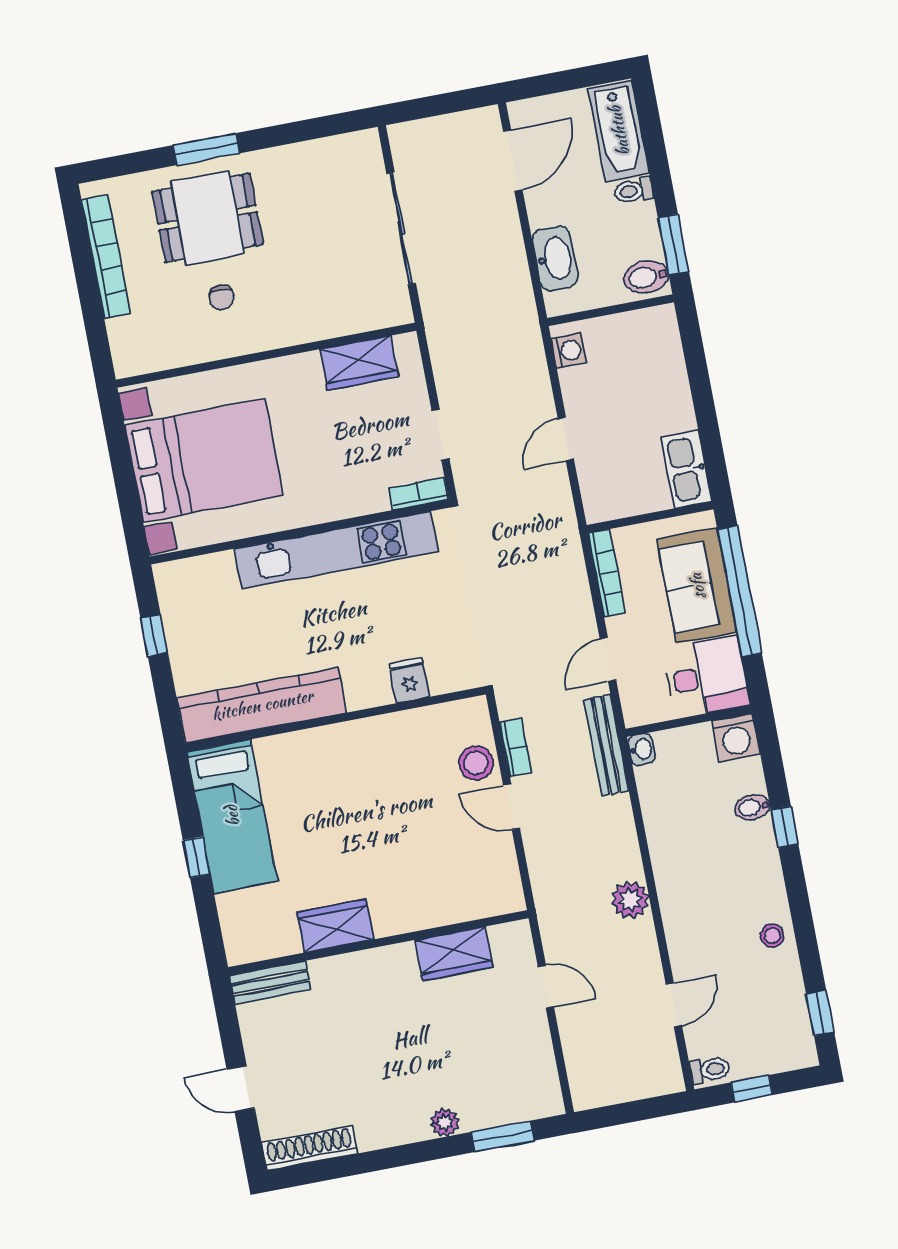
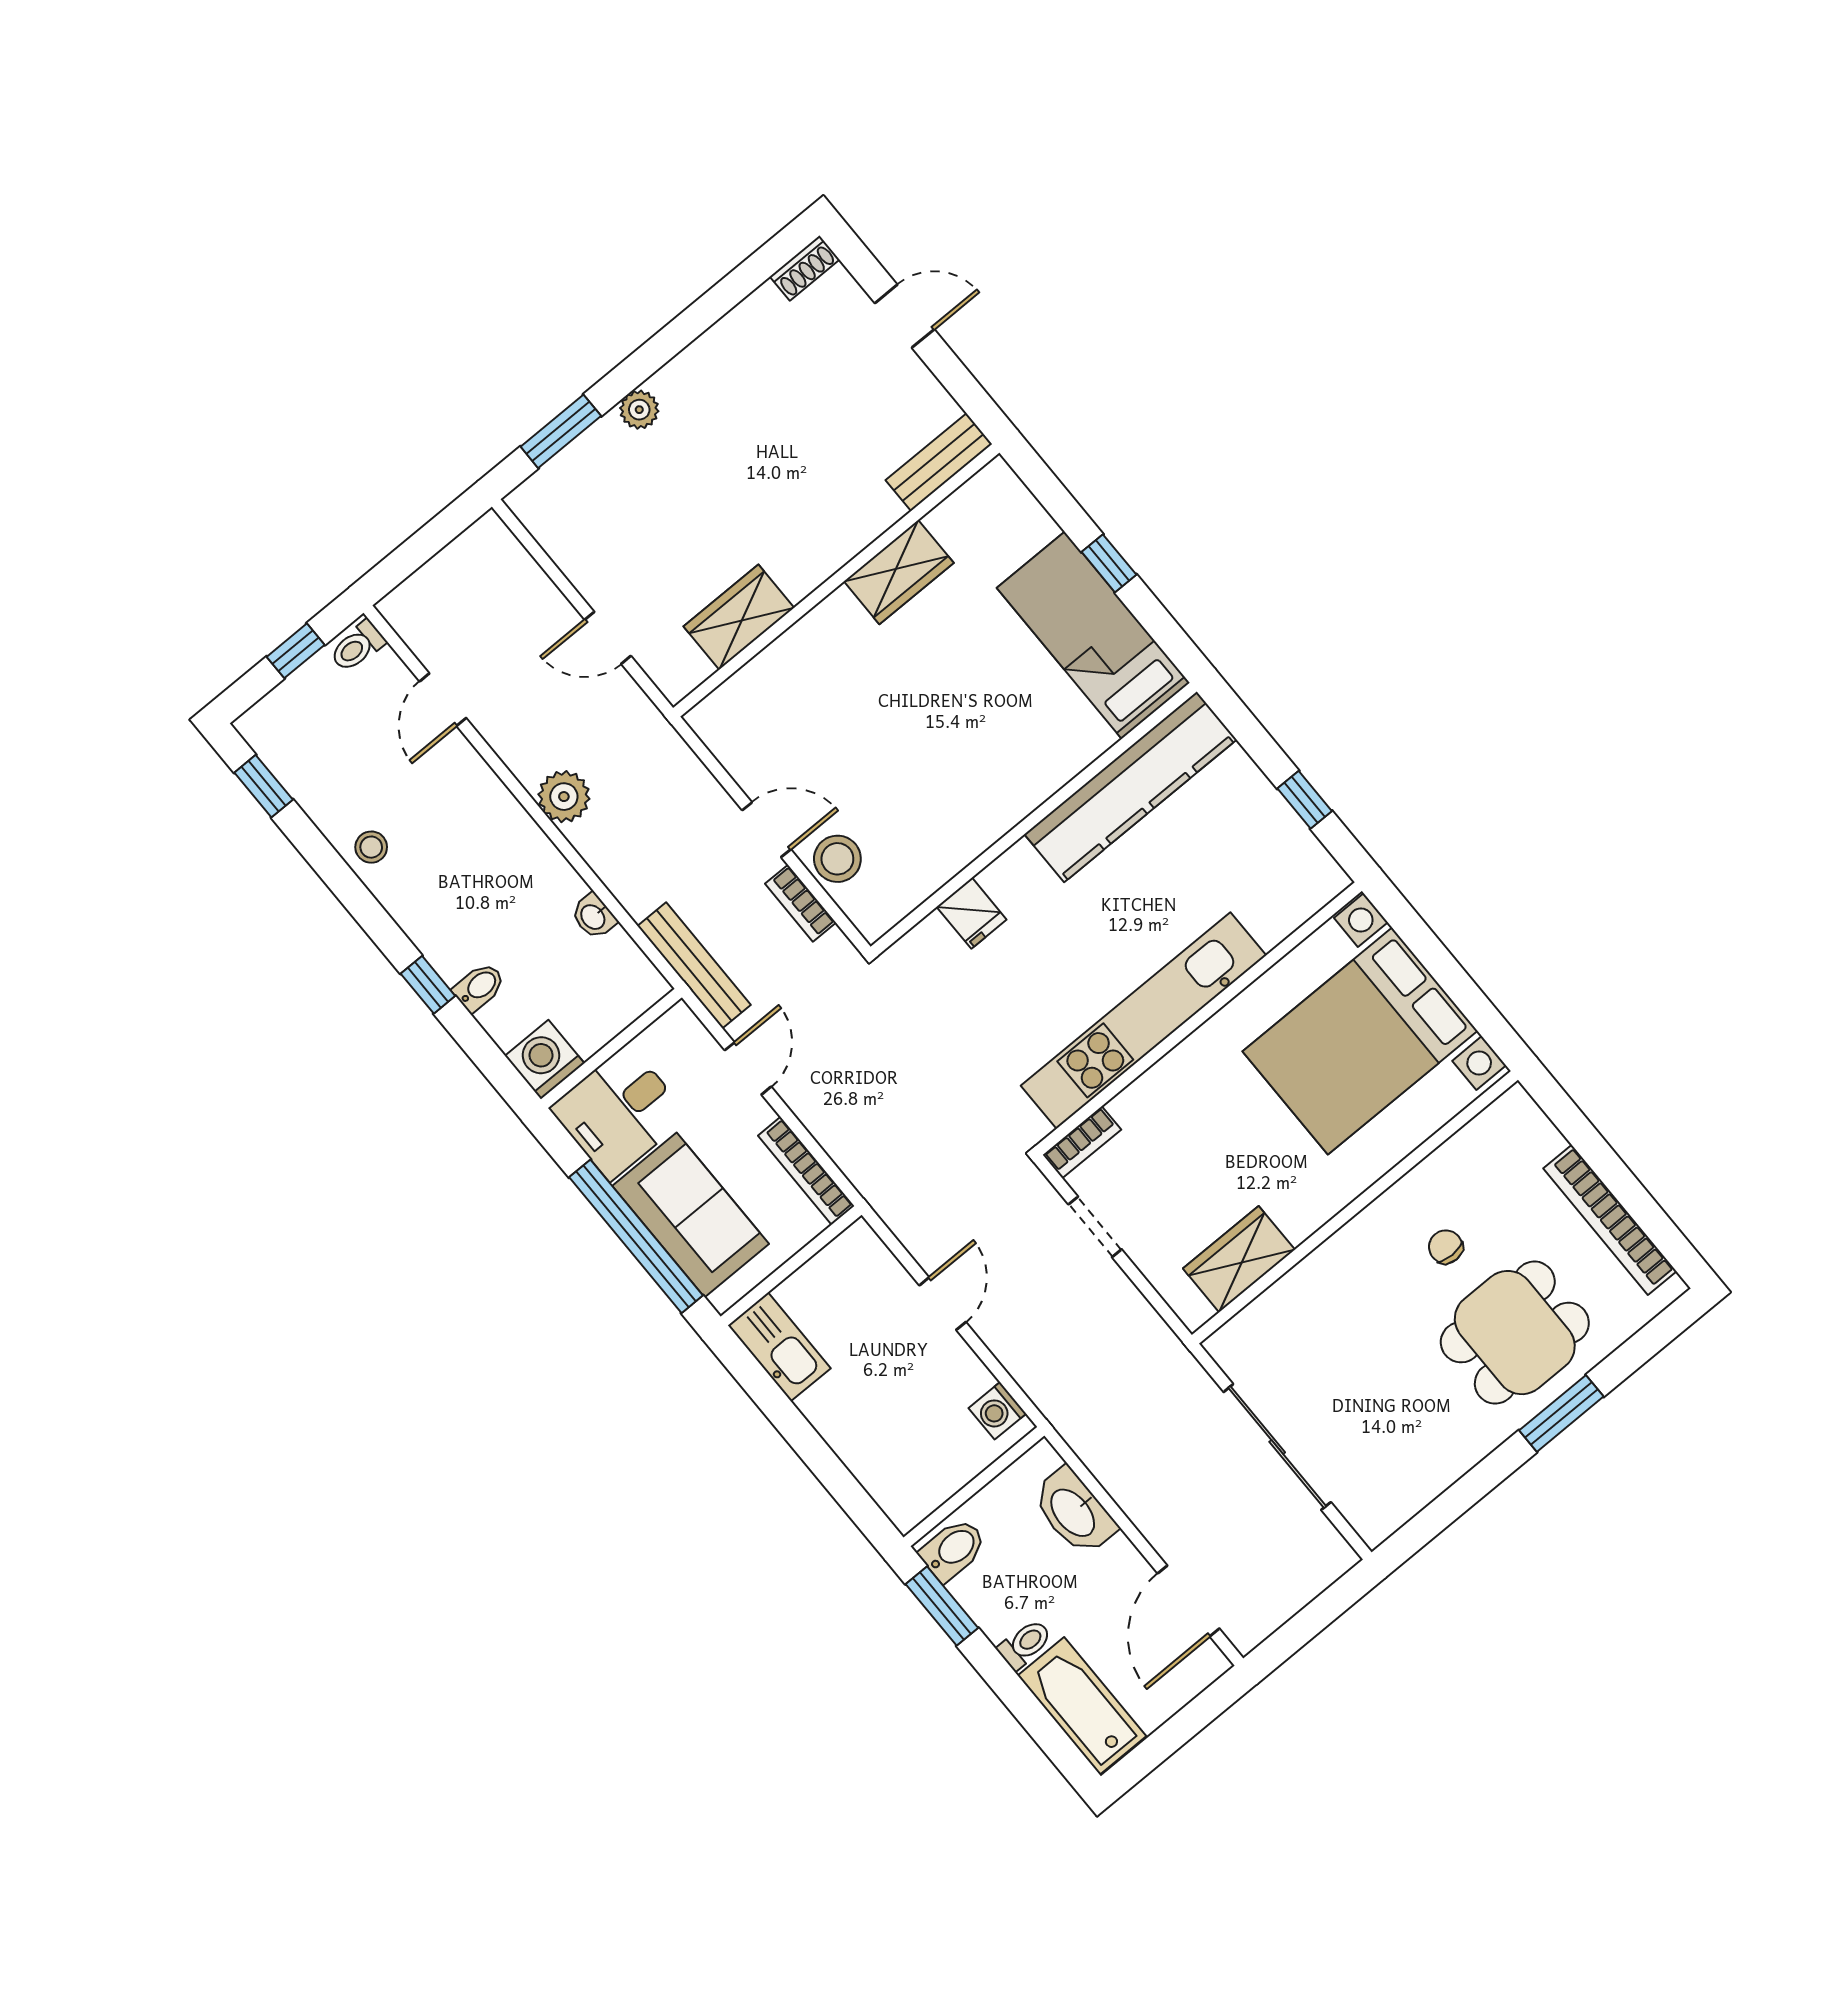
washbasin: (642, 749) -> (594, 916), moved
shoe rack: (310, 1148) -> (805, 268), width x0.51, depth x0.81

